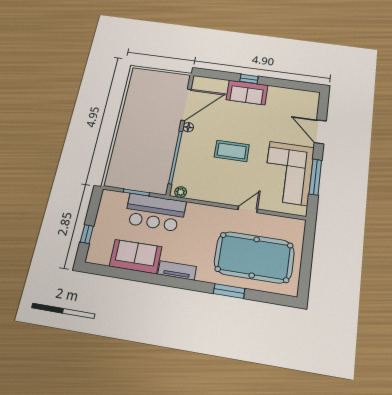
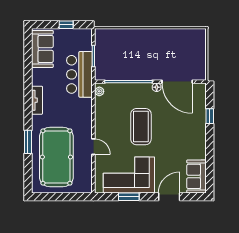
window: (249, 79) -> (210, 116), moved
sofa: (247, 92) -> (197, 176), moved
coffee table: (232, 151) -> (141, 127), width x1.36, depth x1.32
window: (315, 177) -> (129, 197), width x0.69
window: (87, 234) -> (66, 25), moved
sofa: (136, 257) -> (42, 49), moved

